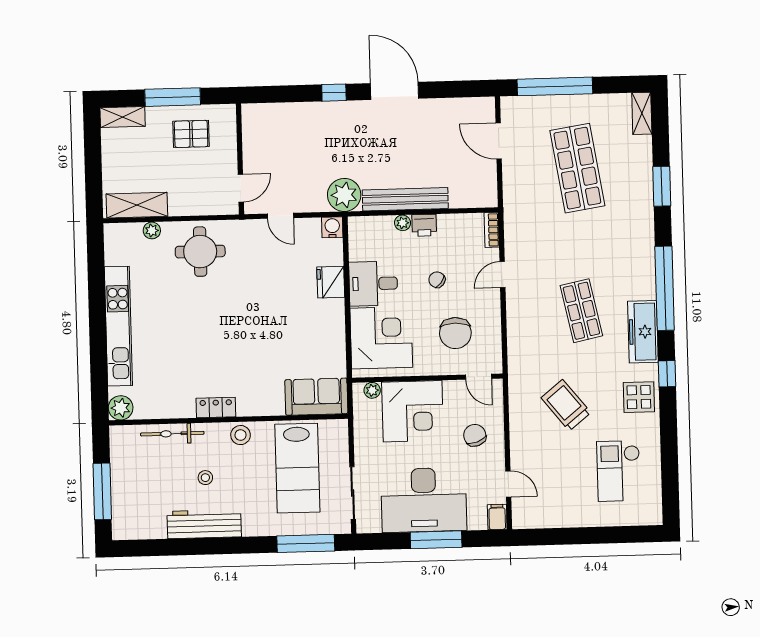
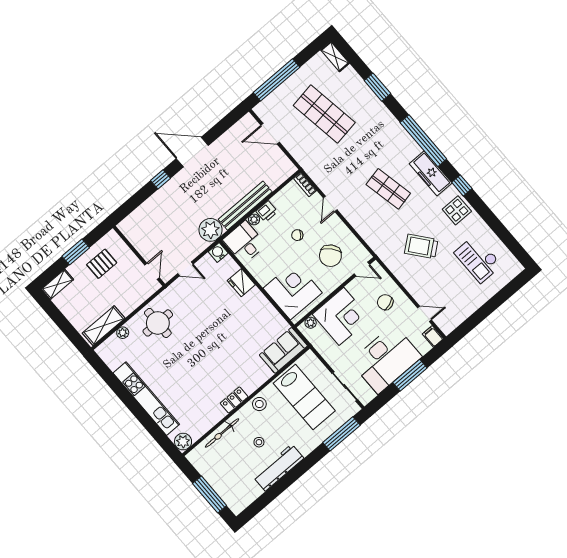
window: (173, 97) -> (76, 252), width x0.69
desk: (373, 284) -> (245, 242), moved, turned 90
chair: (455, 333) -> (330, 256), turned 48

